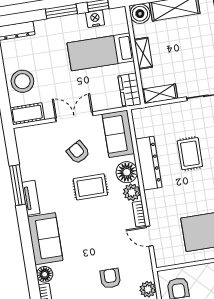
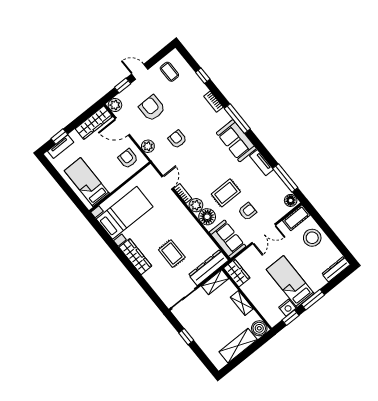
bed: (101, 52) -> (290, 282), moved, turned -90
armchair: (78, 152) -> (247, 211), turned -59
dresser: (149, 163) -> (208, 268), moved, turned 90
window: (17, 185) -> (285, 178), moved
door: (149, 236) -> (167, 182), hinge flipped
window: (30, 263) -> (237, 119), added
floor lamp: (45, 274) -> (291, 200), moved
armchair: (110, 278) -> (177, 139), turned 180

